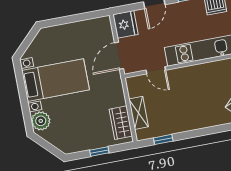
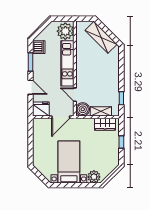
door: (119, 56) -> (61, 117), hinge flipped
door: (156, 70) -> (75, 95), swing flipped
boiler: (137, 86) -> (83, 109), added

